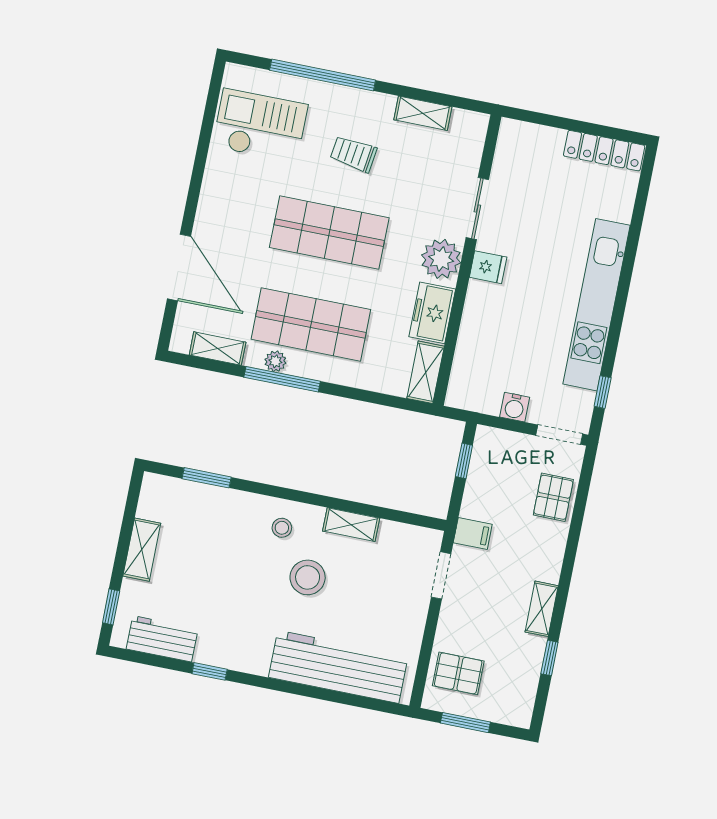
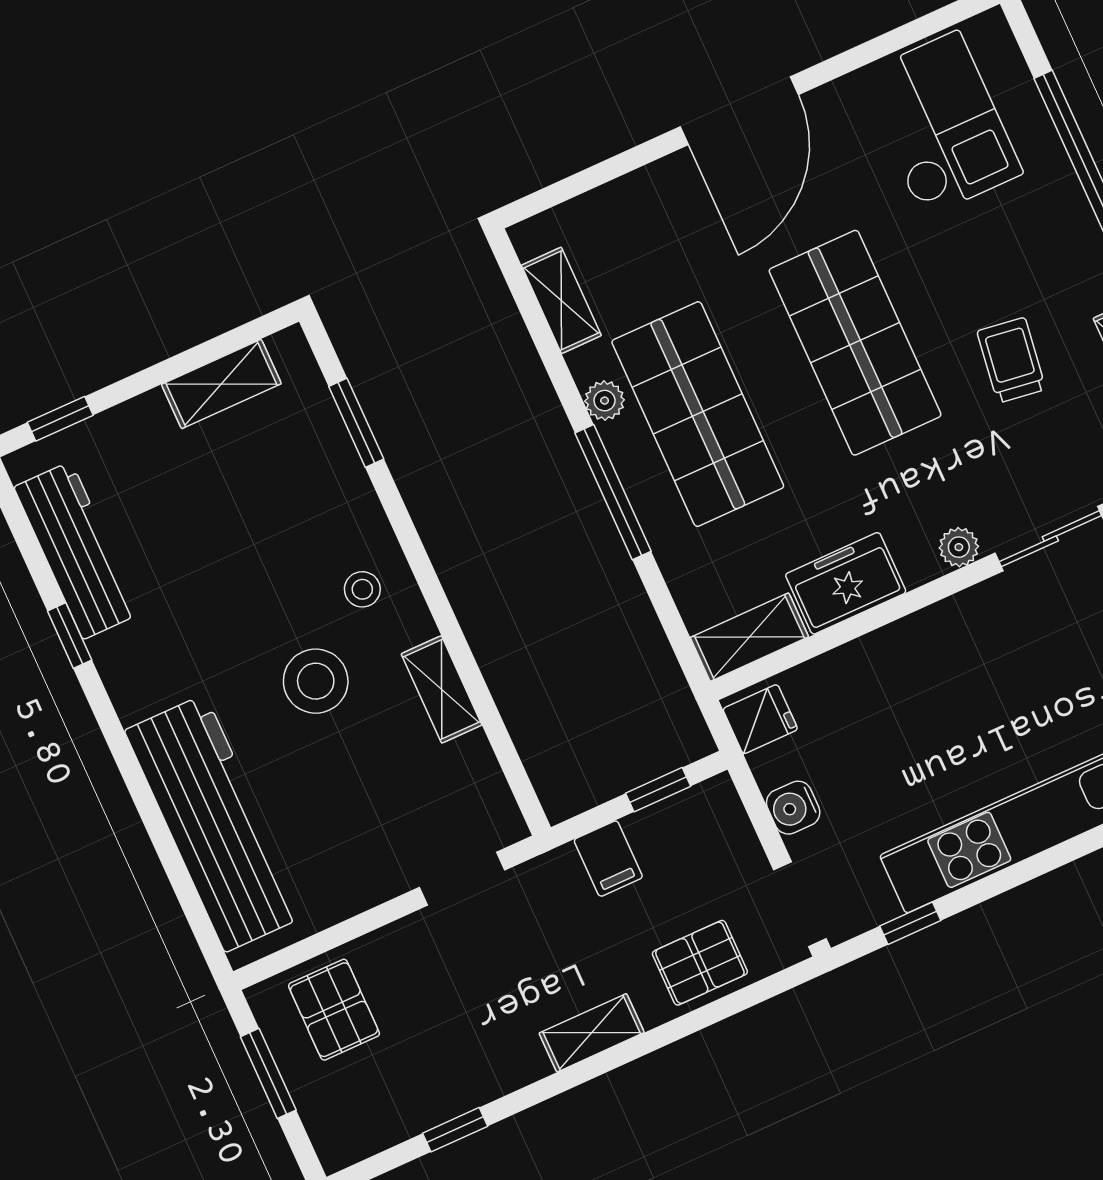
trolley: (354, 154) -> (1011, 360), moved
plant: (441, 259) -> (959, 547), width x0.53, depth x0.53
fridge: (488, 267) -> (760, 719), moved, turned -90
door: (179, 268) -> (739, 111), moved
window: (282, 379) -> (613, 492), moved
filing cabinet: (473, 534) -> (608, 859), moved
shelving: (142, 550) -> (221, 384), moved
shelving: (542, 609) -> (592, 1033), moved
workbench: (162, 639) -> (77, 550), width x1.38

